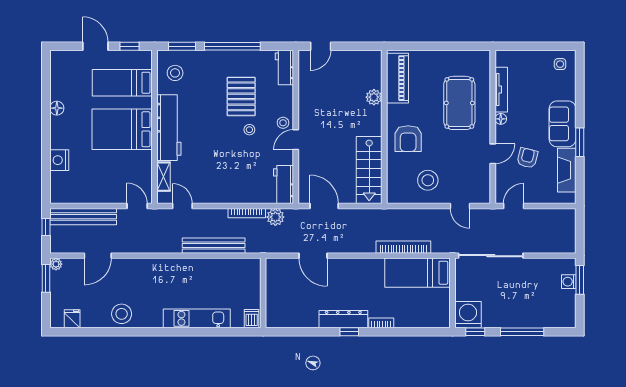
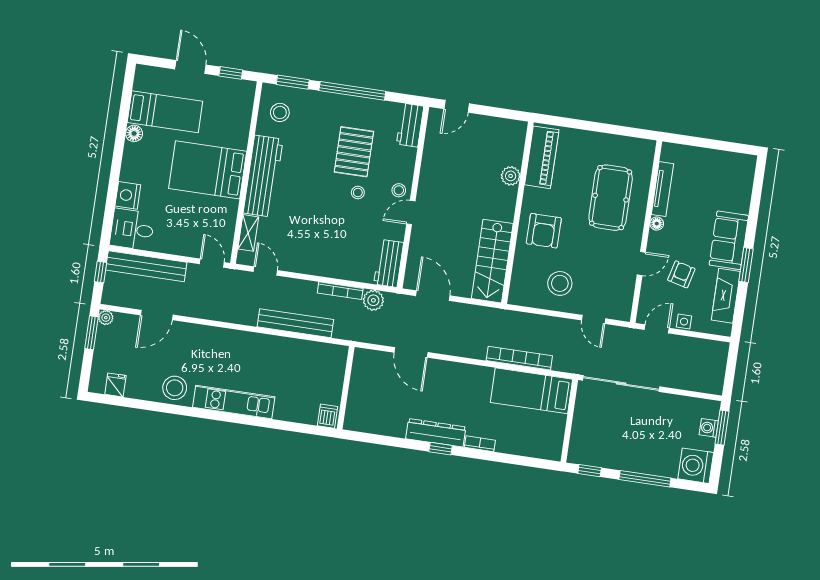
side table: (560, 64) -> (684, 322), moved
bed: (122, 83) -> (165, 112), moved, turned 180
desk: (67, 188) -> (132, 229), added
washing machine: (468, 315) -> (696, 466), moved, turned -90
kitchen unit: (197, 318) -> (234, 402), moved

